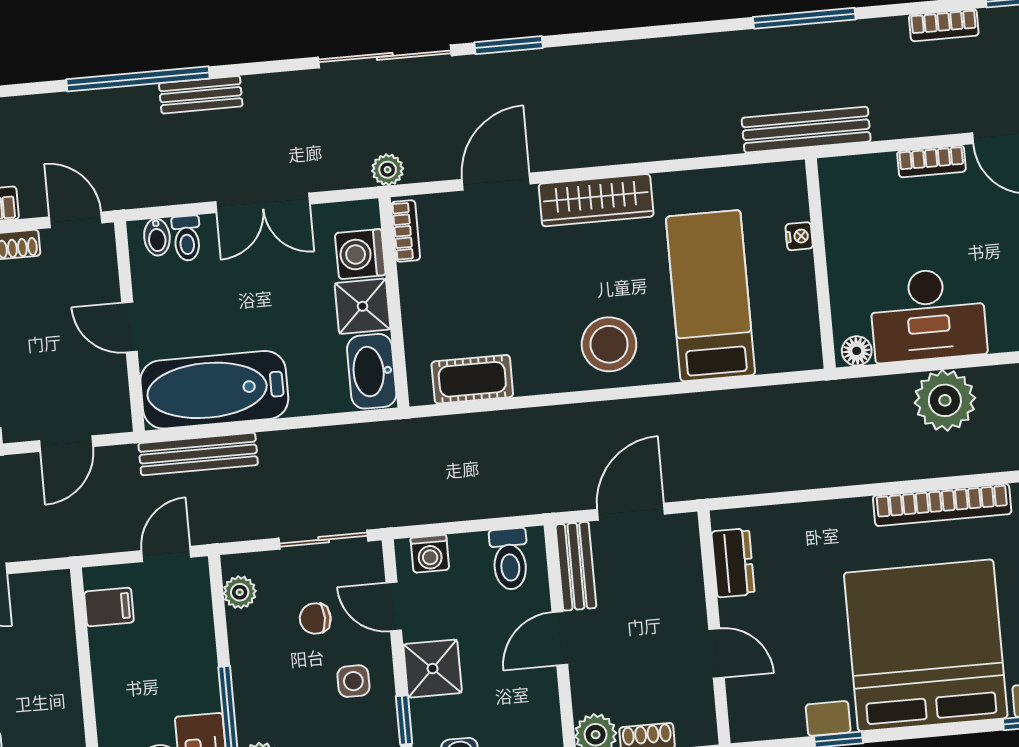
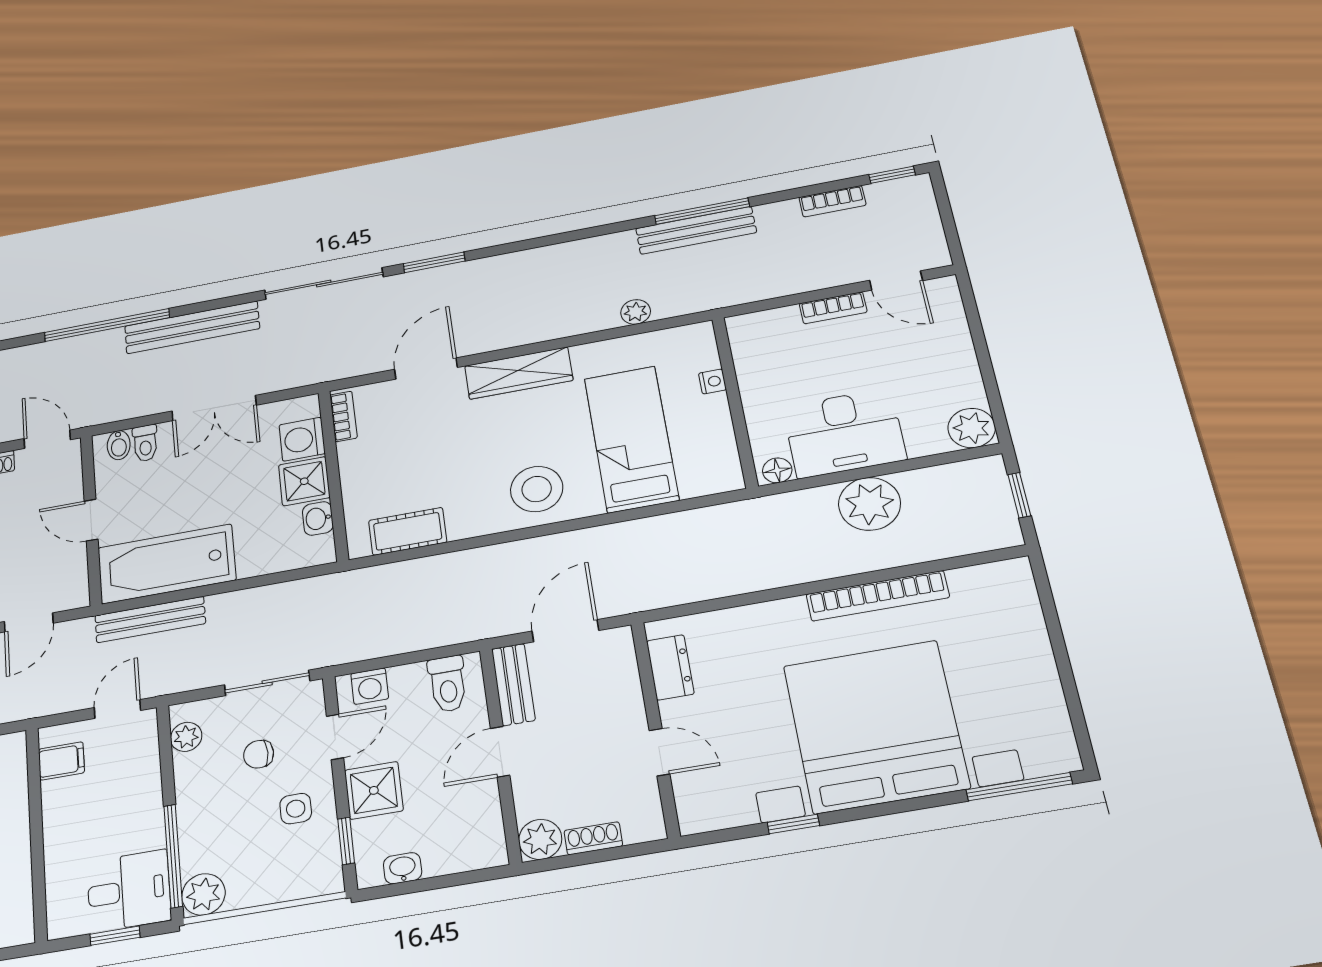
bench: (201, 95) -> (192, 327), width x1.86, depth x1.21
bench: (806, 130) -> (696, 230), moved
plant: (388, 170) -> (636, 312), moved
washbasin: (372, 371) -> (318, 518), width x0.52, depth x0.69
door: (394, 607) -> (335, 737), swing flipped

